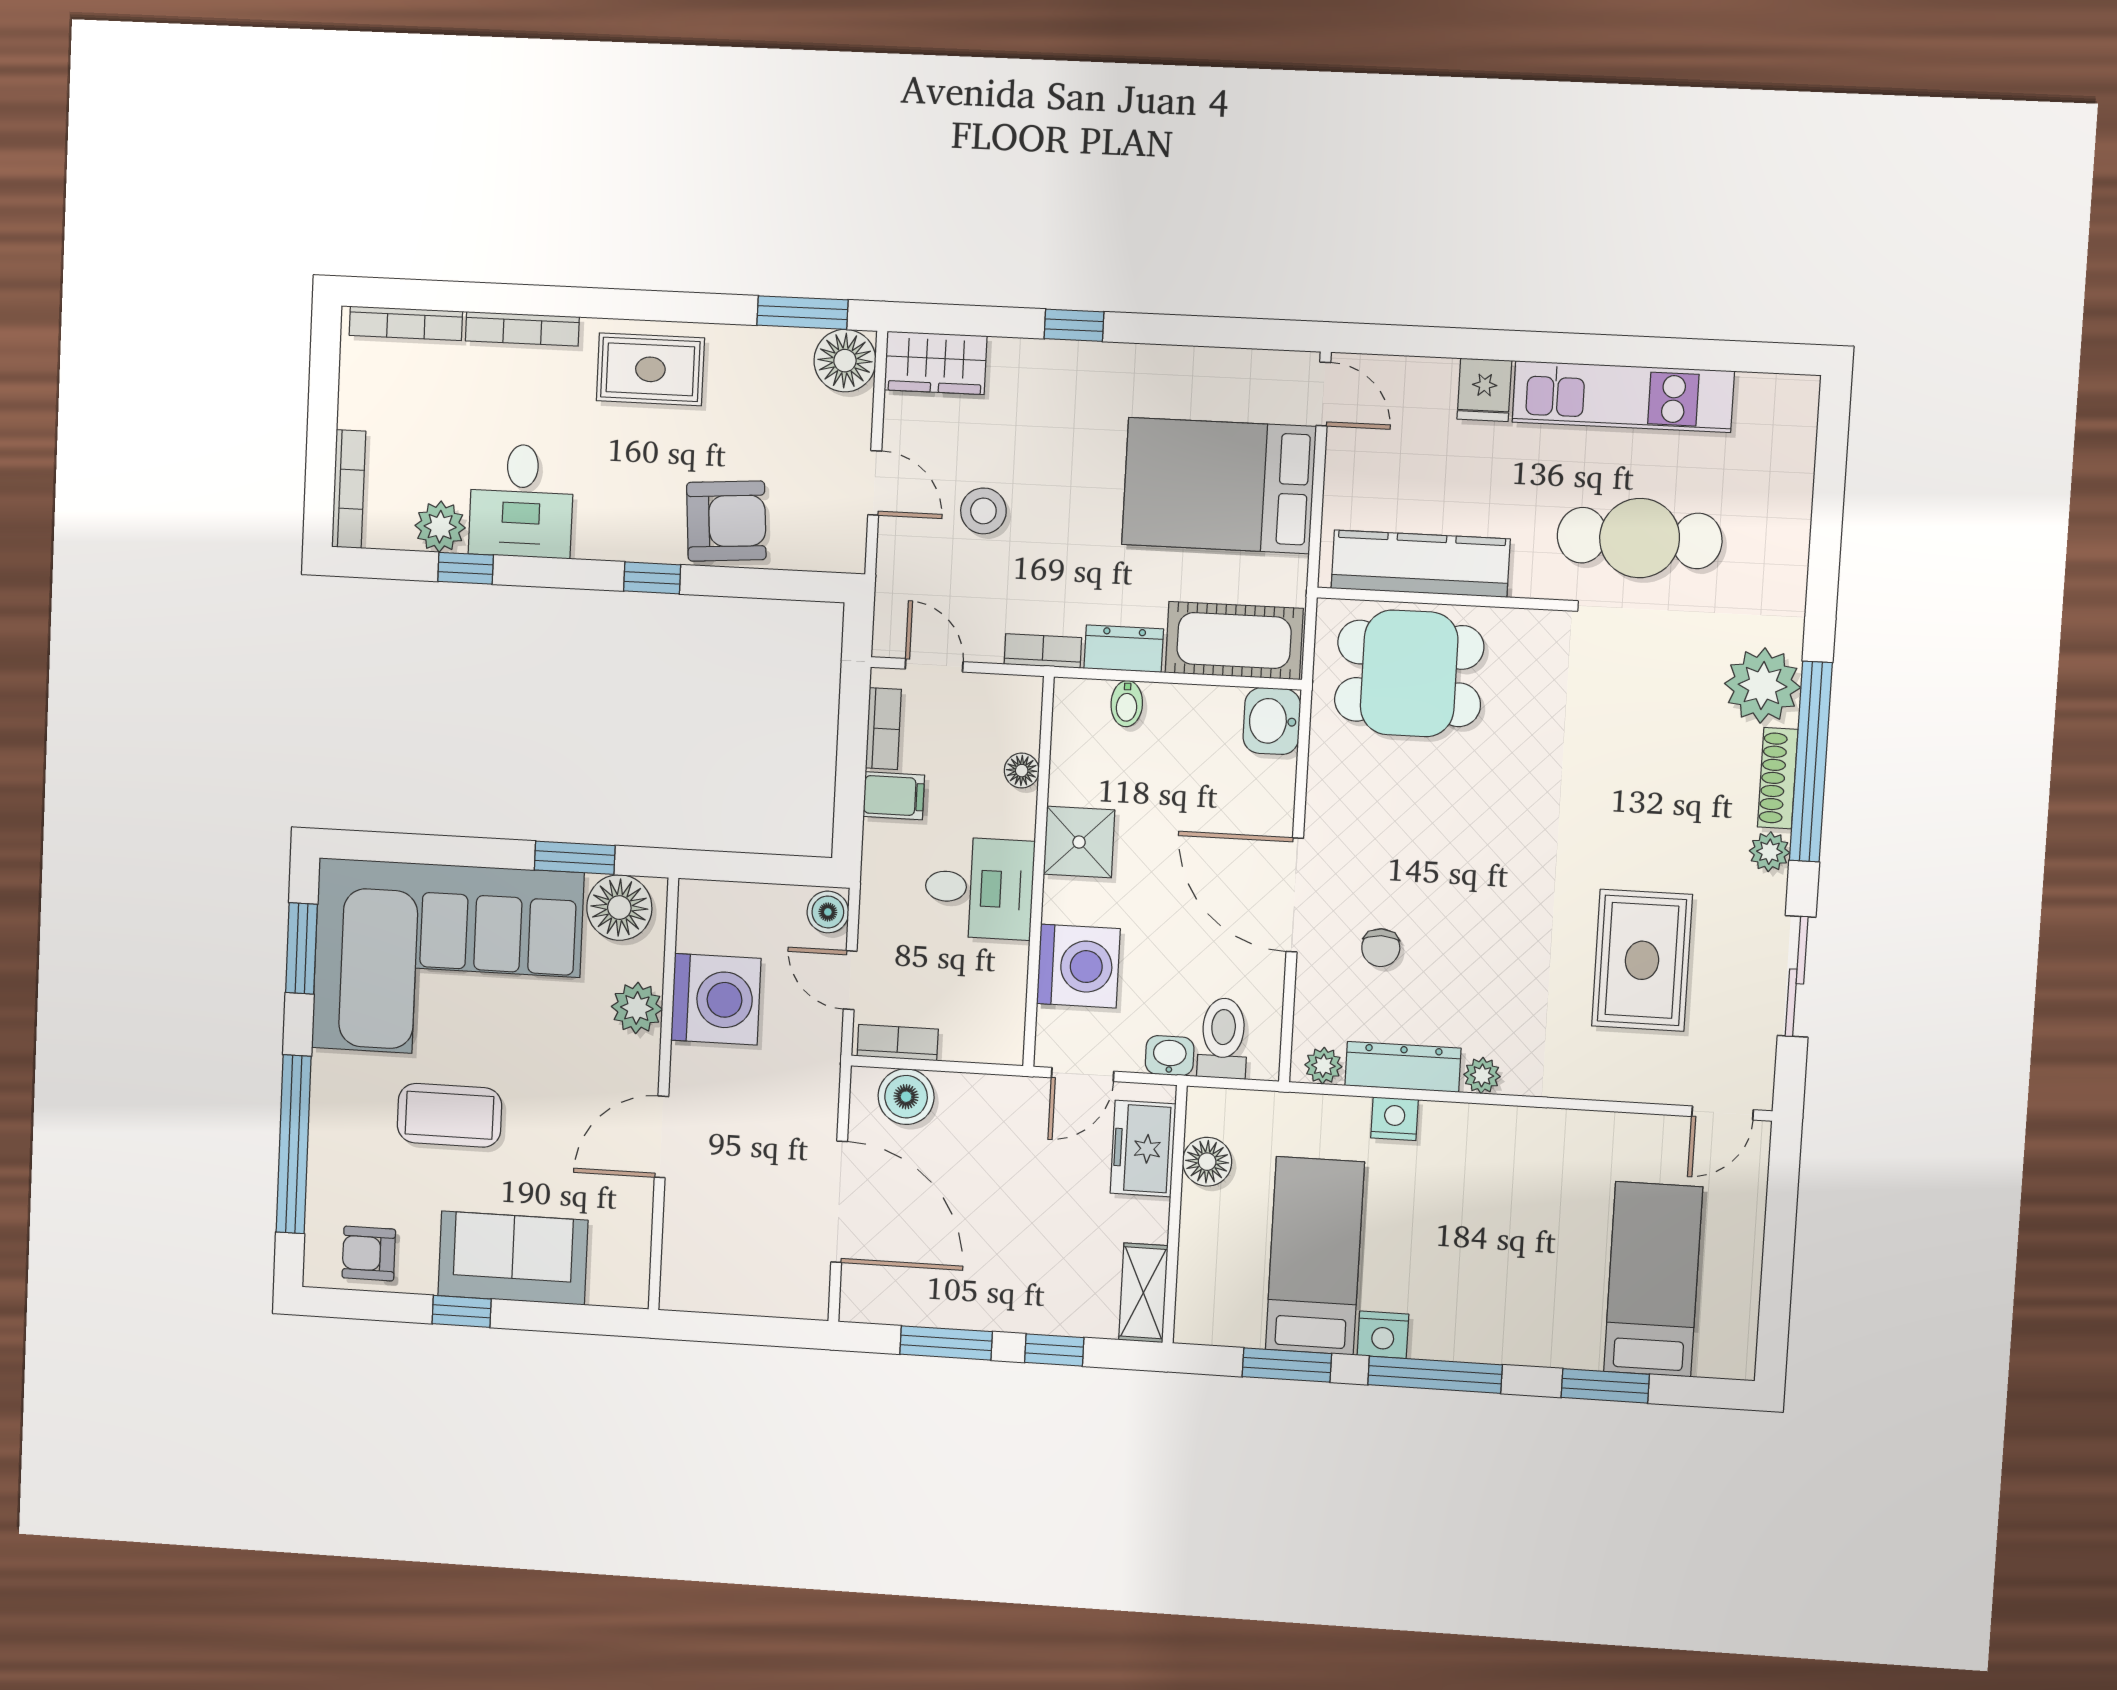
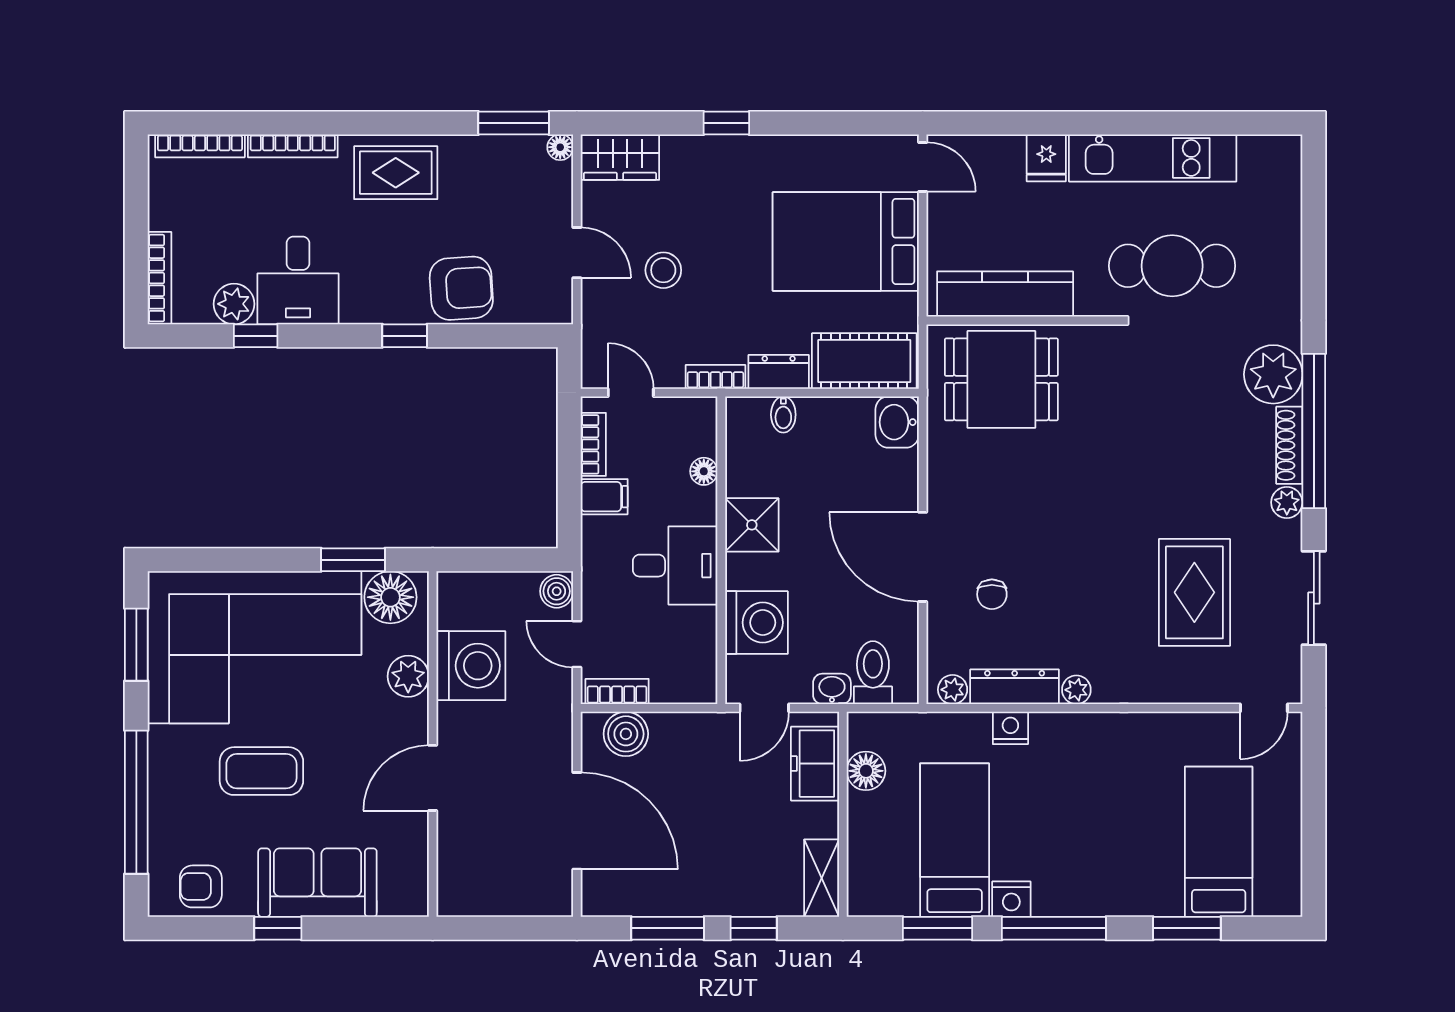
floor lamp: (845, 361) -> (560, 147), width x0.53, depth x0.53

